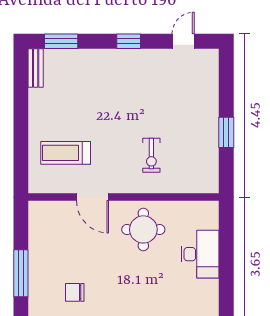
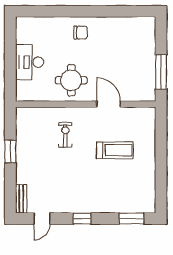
bench: (36, 68) -> (21, 199), moved
treadmill: (66, 153) -> (115, 150), moved
window: (21, 273) -> (161, 72), moved
chair: (75, 292) -> (81, 32), moved

